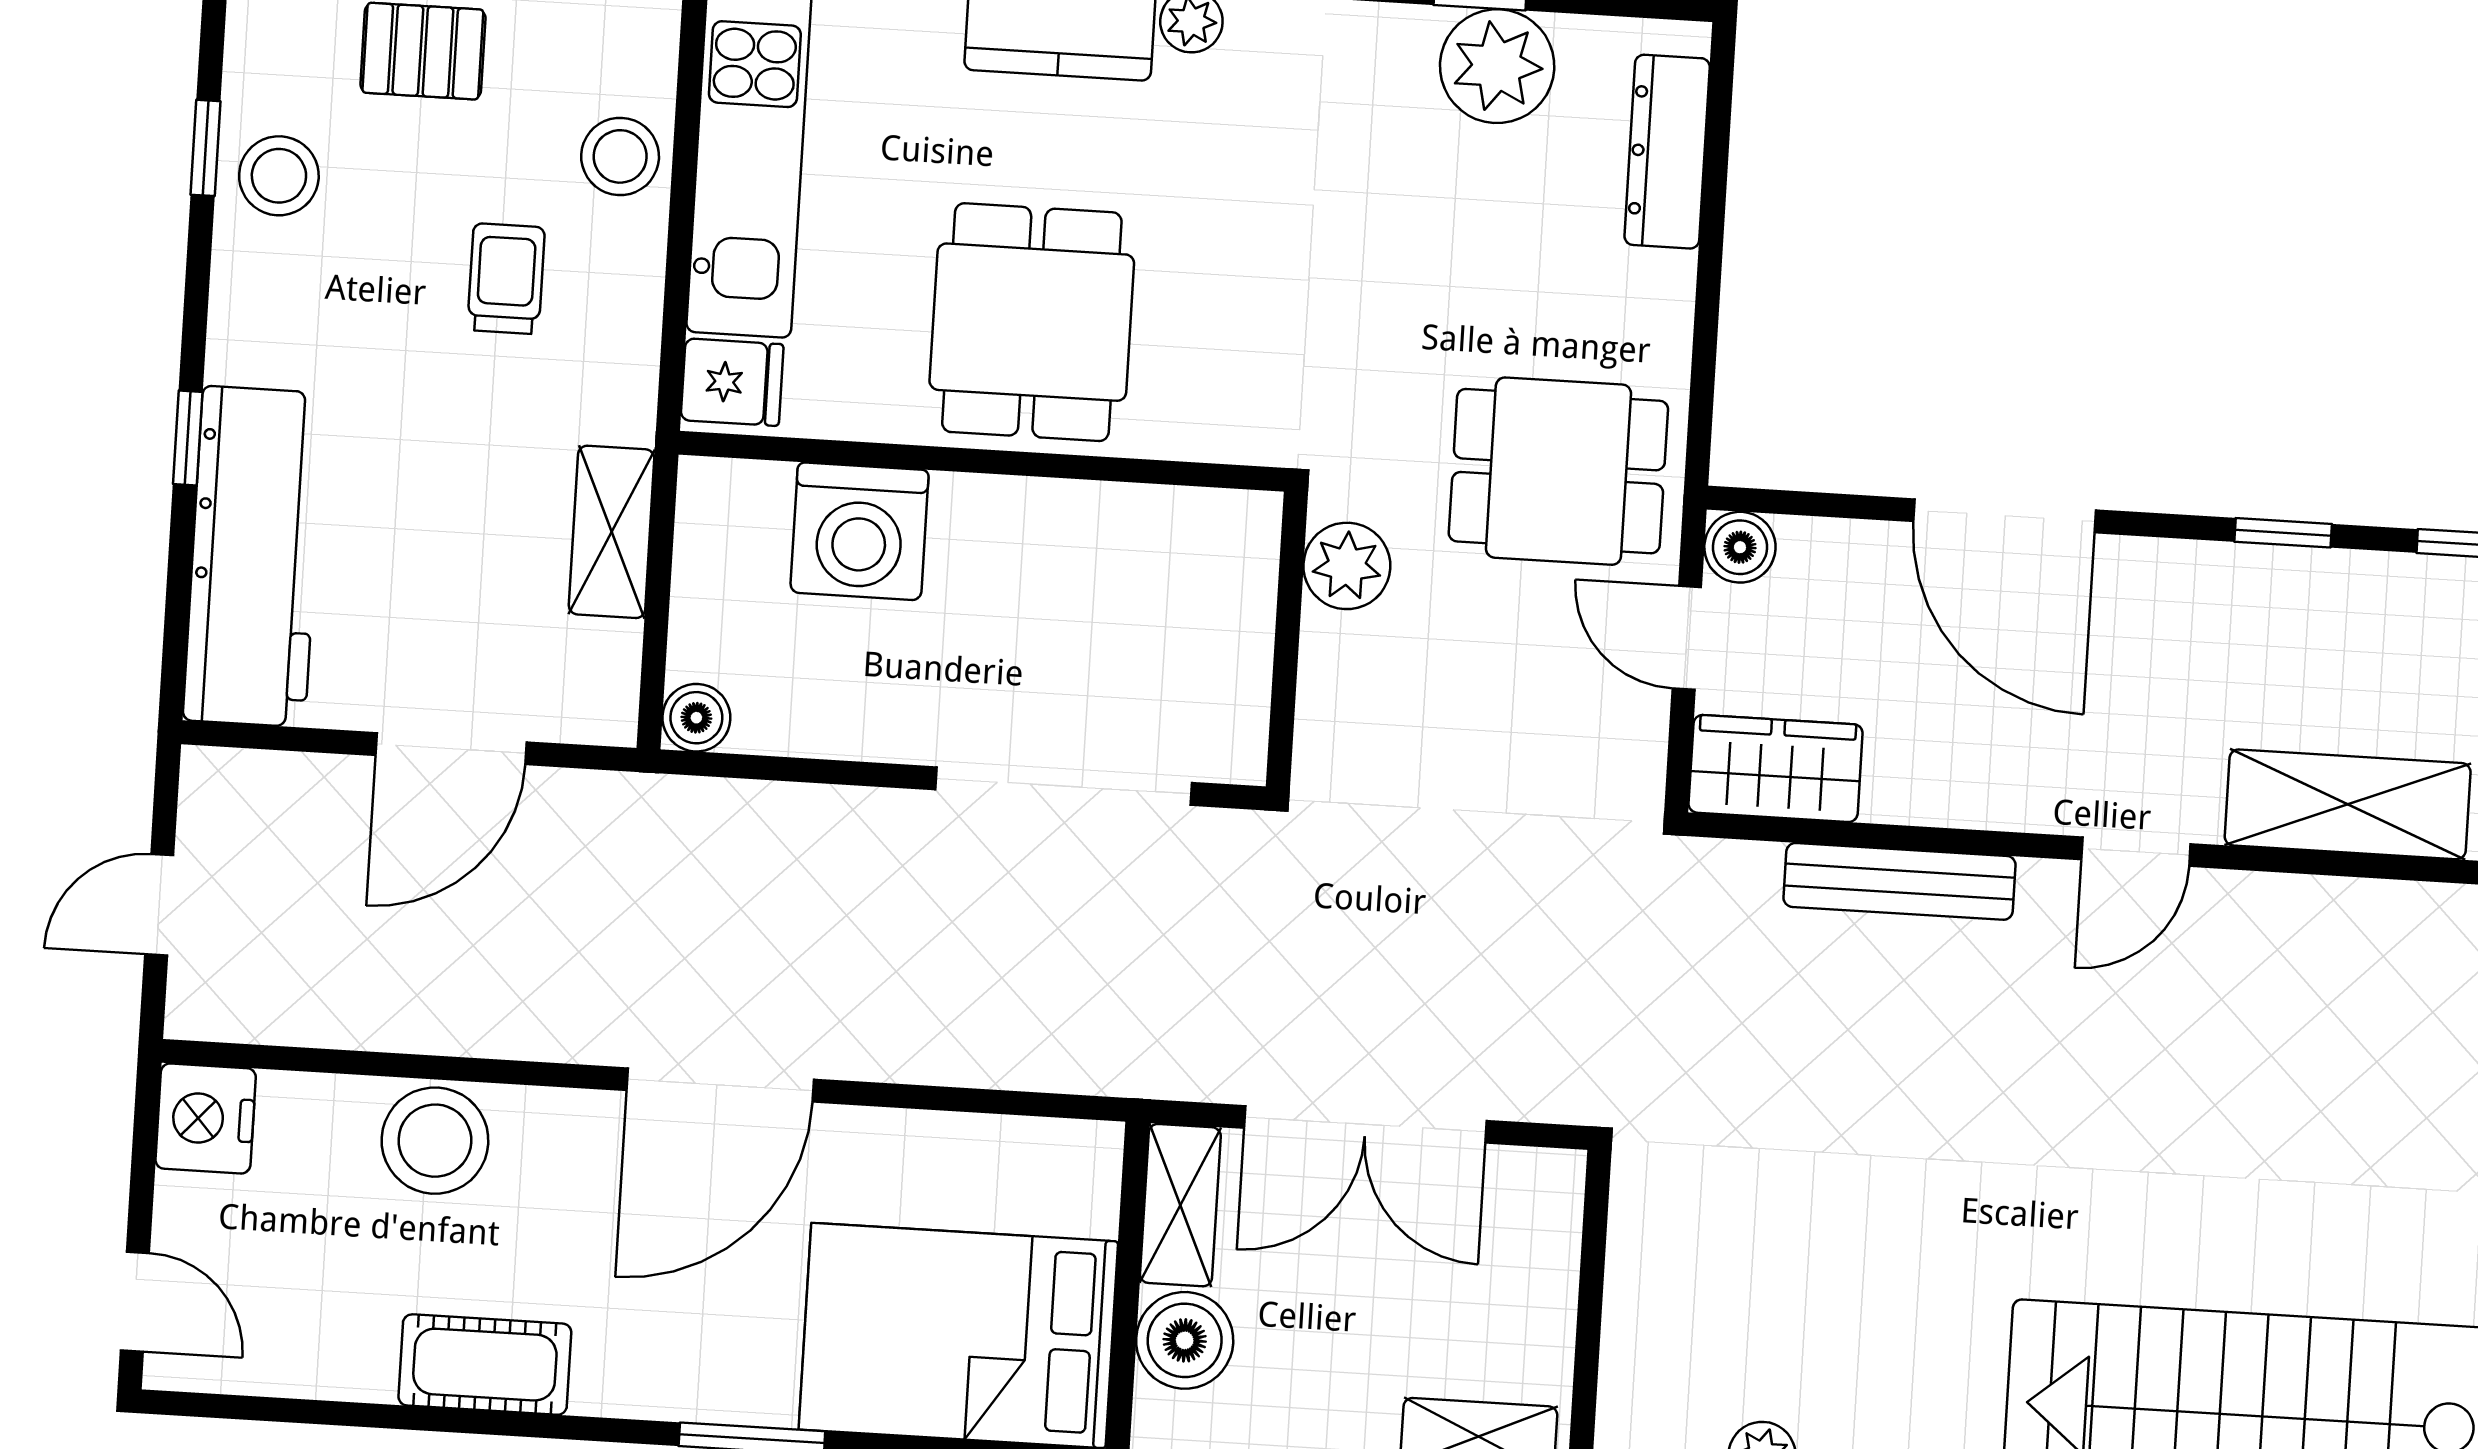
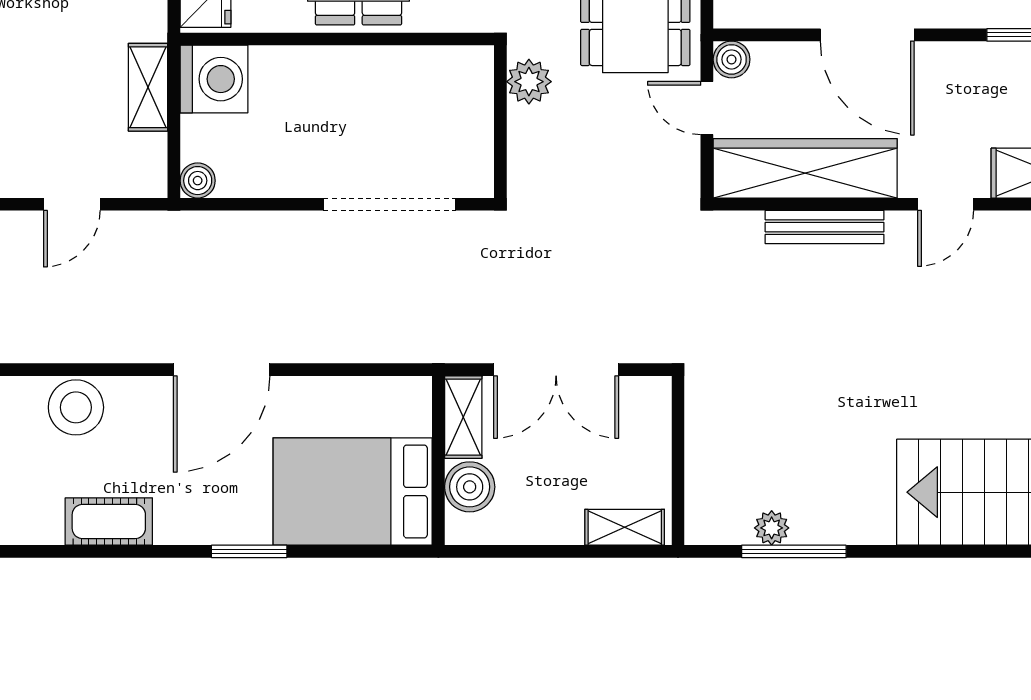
washing machine: (859, 531) -> (214, 79), moved, turned -90
door: (451, 749) -> (72, 204), width x0.73
wardrobe: (1776, 768) -> (805, 168), width x2.10, depth x1.17

